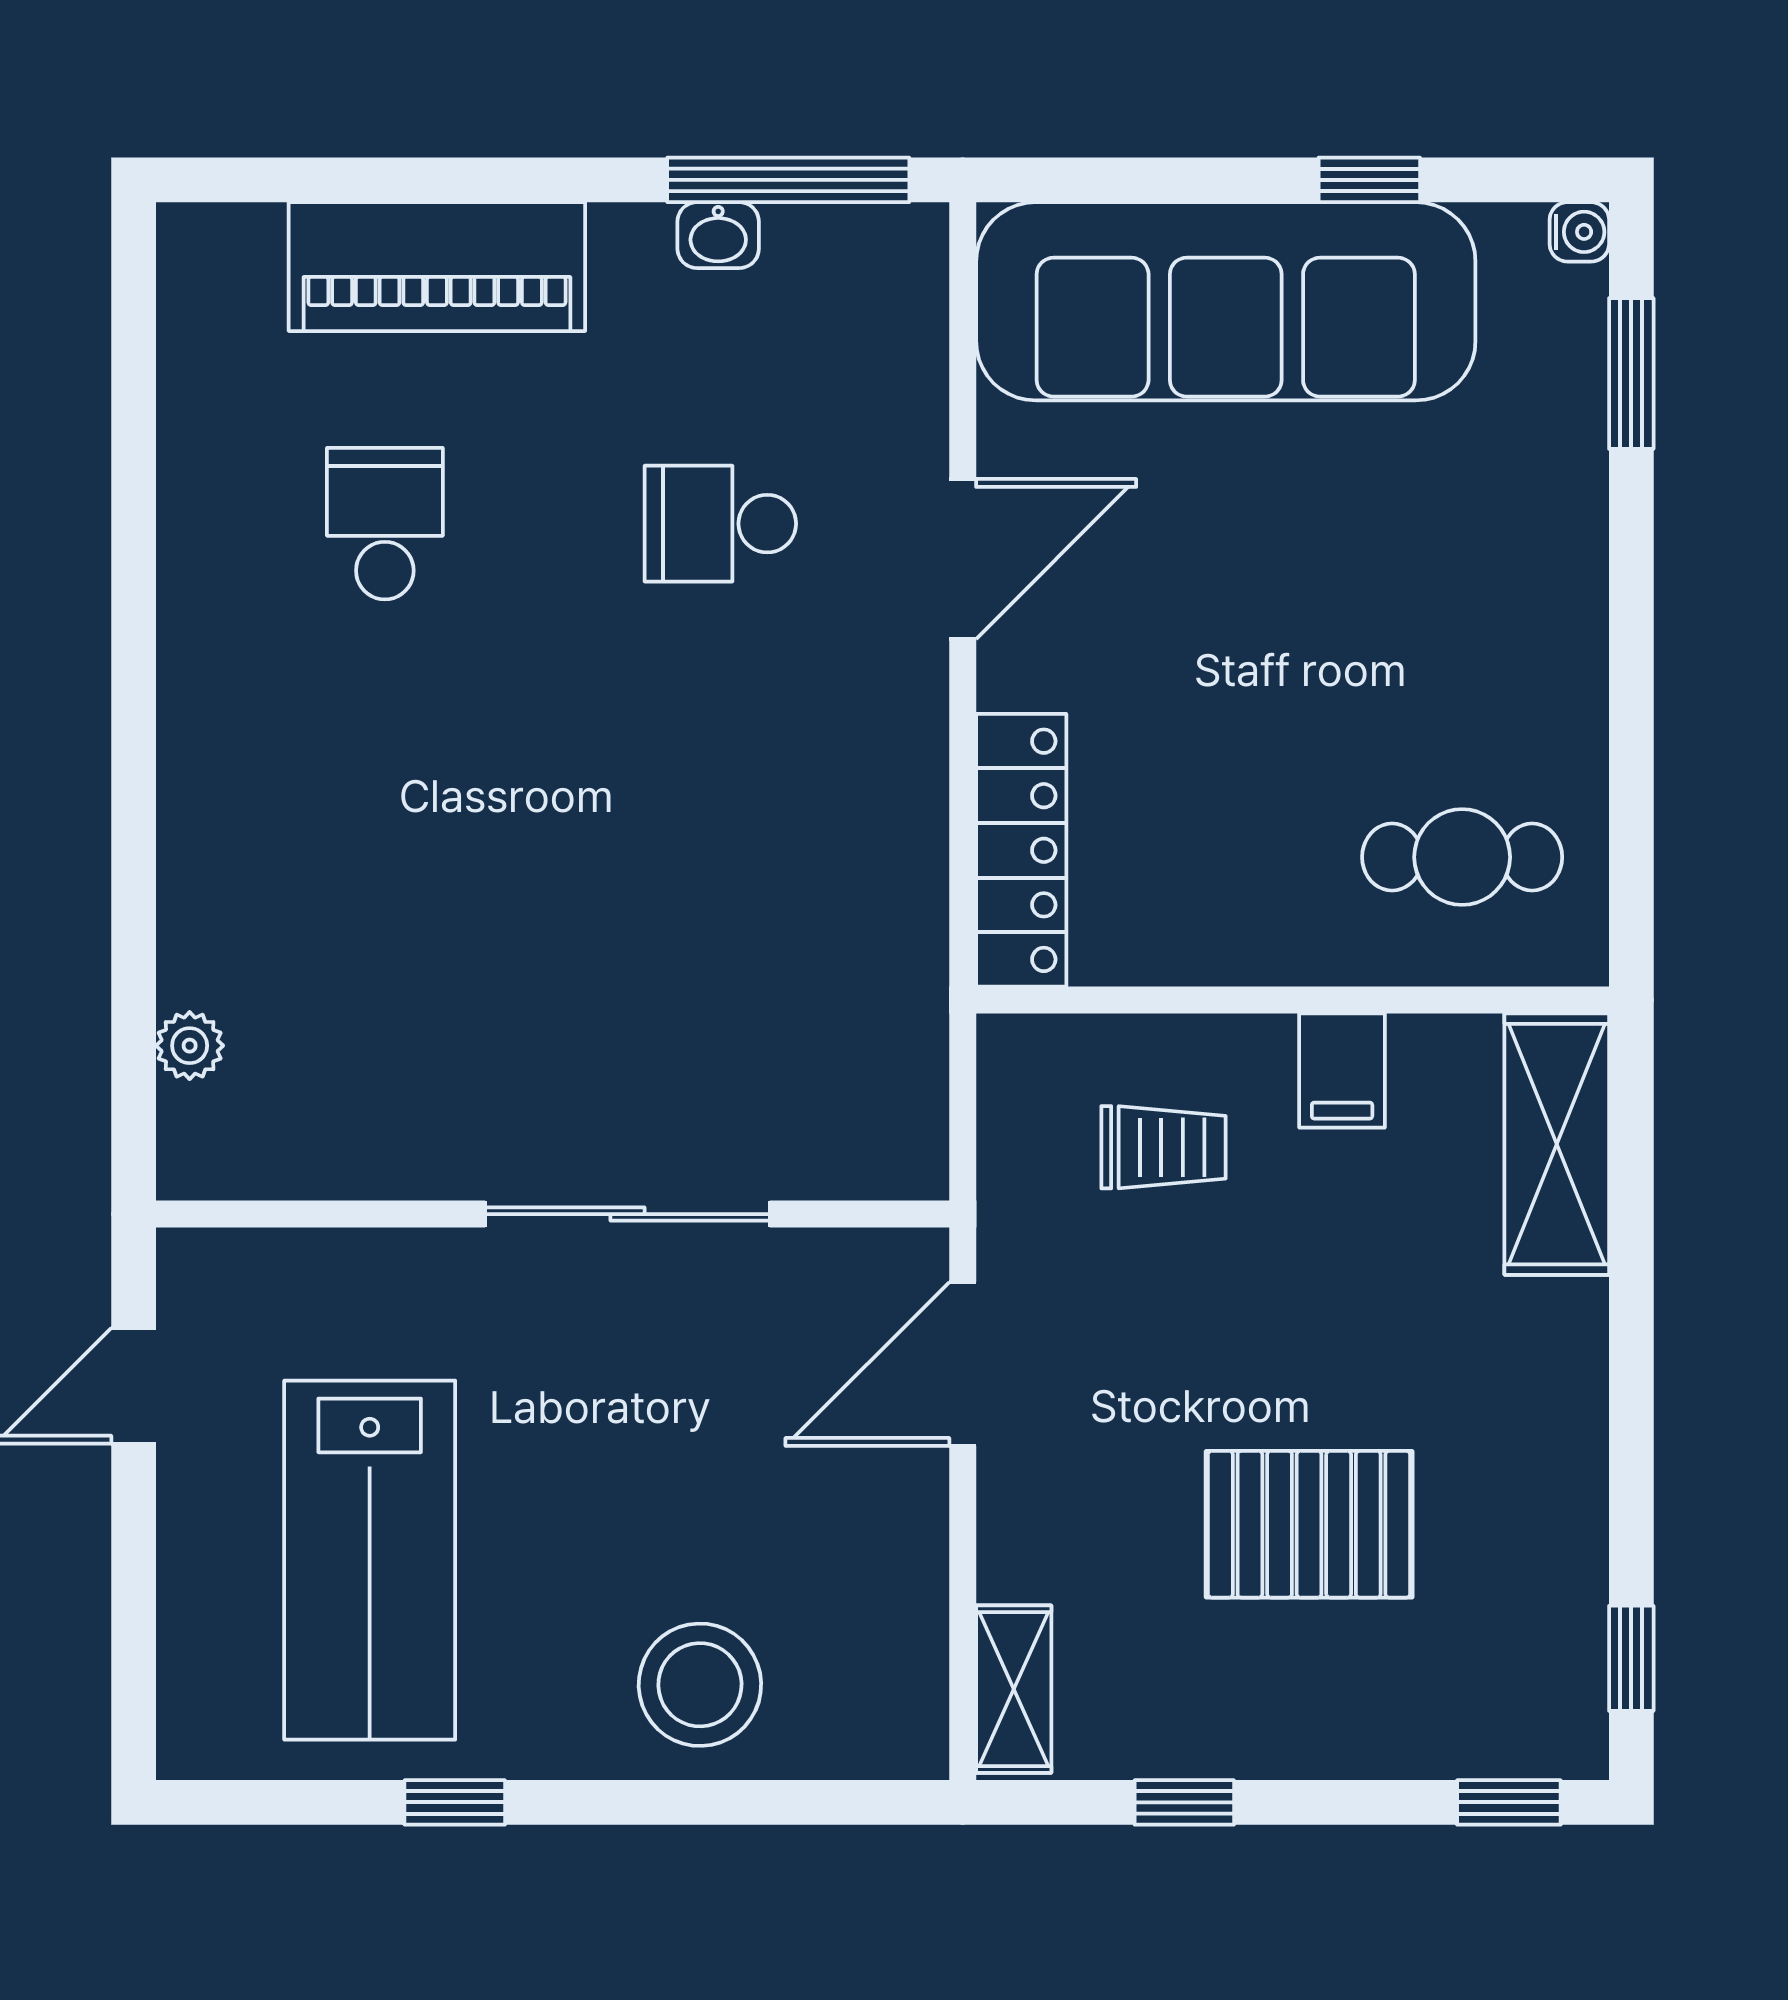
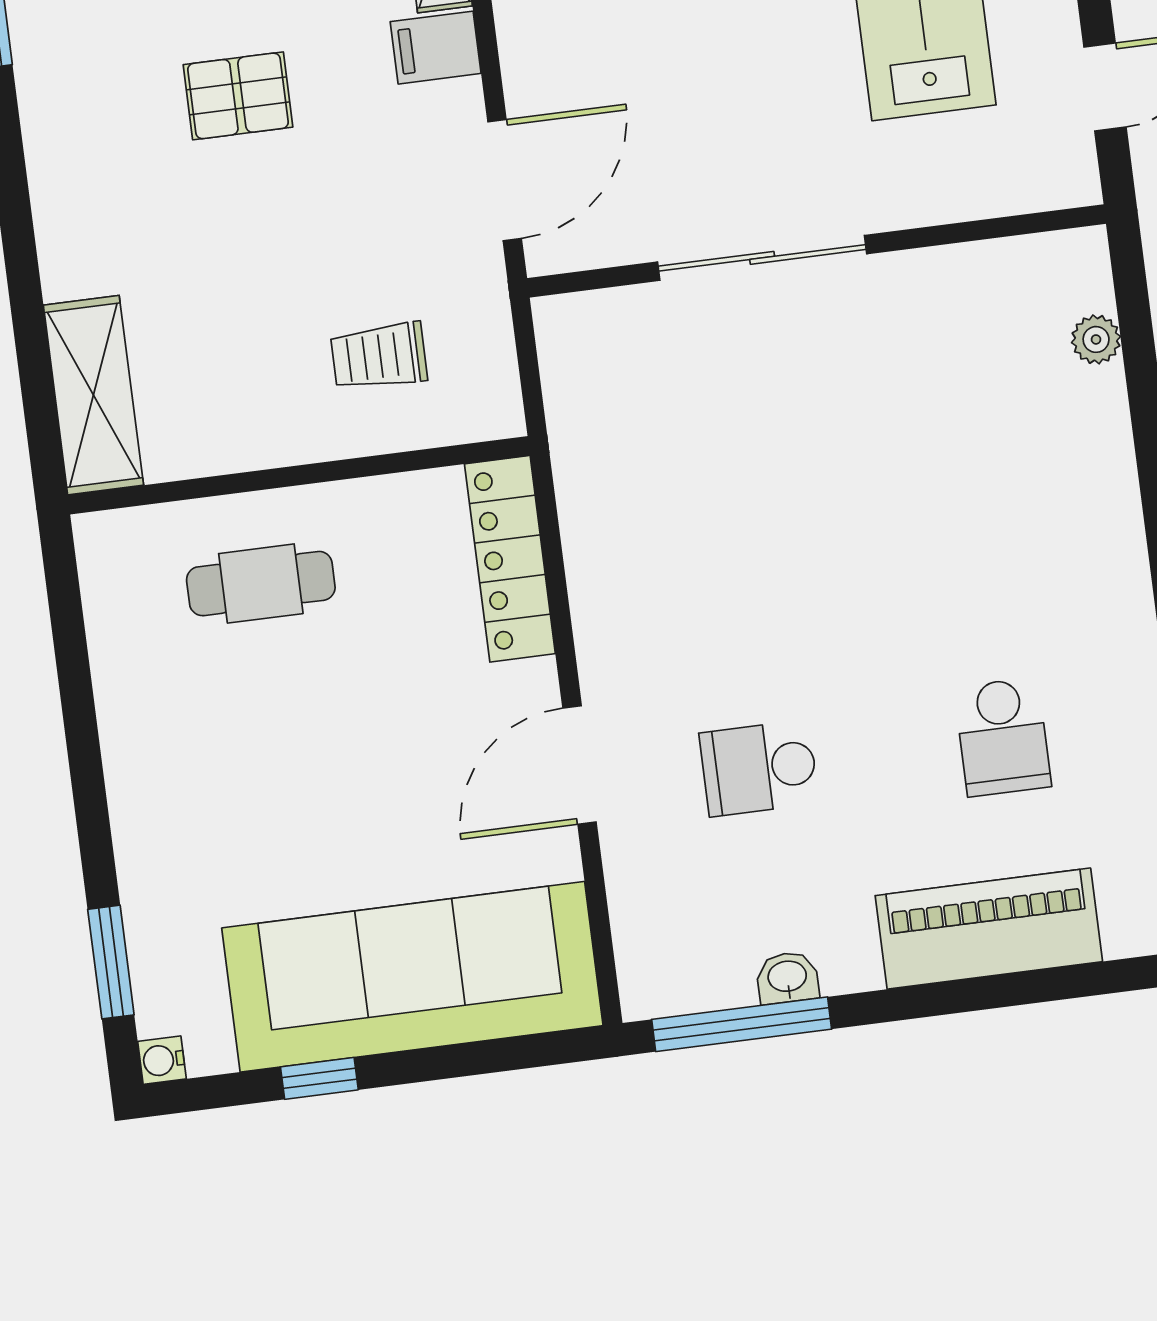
school desk: (720, 524) -> (759, 768), turned 180
cafe table: (1462, 857) -> (261, 584), moved
filing cabinet: (1342, 1071) -> (436, 48), moved, turned -90
pallet: (1309, 1524) -> (238, 96), width x0.67, depth x0.71

